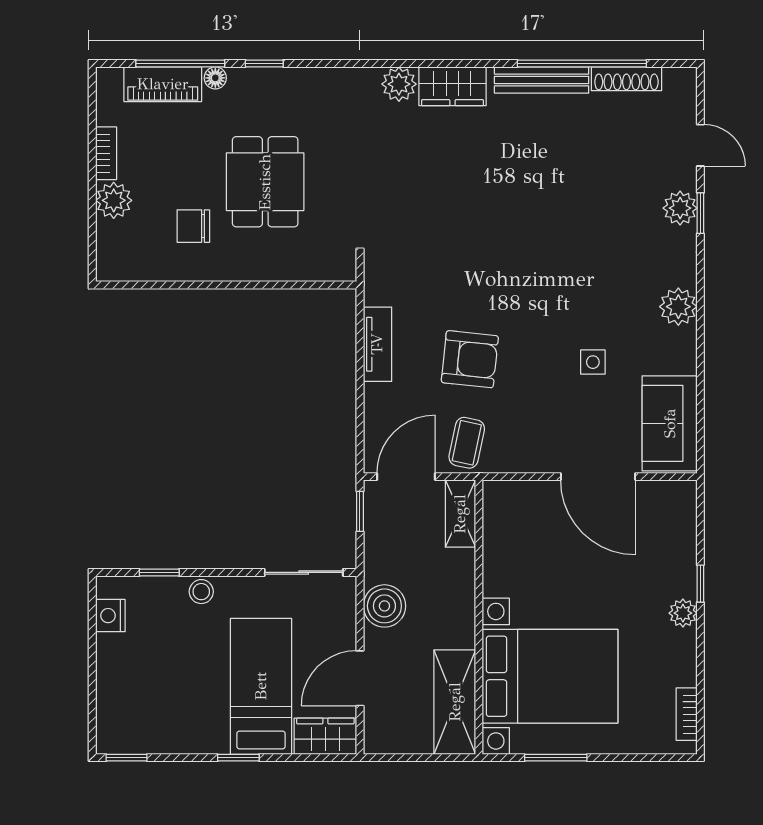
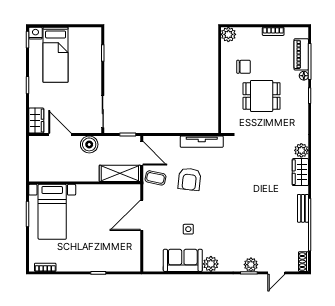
shoe rack: (626, 79) -> (303, 262), moved, width x0.70
bench: (542, 80) -> (303, 208), width x0.73
plant: (114, 200) -> (228, 34), moved
chair: (193, 226) -> (244, 67), turned 90
tv unit: (377, 344) -> (202, 142), width x1.41
sofa: (670, 423) -> (183, 260), moved
door: (598, 477) -> (142, 215), moved
shelving: (460, 514) -> (120, 173), width x1.50, depth x1.33
stool: (201, 592) -> (95, 70), removed
plant: (683, 613) -> (86, 266), removed
nightstand: (110, 616) -> (35, 33), moved
bed with nightstands: (550, 676) -> (52, 212), width x0.73
bed: (261, 686) -> (56, 55), moved, turned 90
shelving: (455, 702) -> (50, 173), removed

